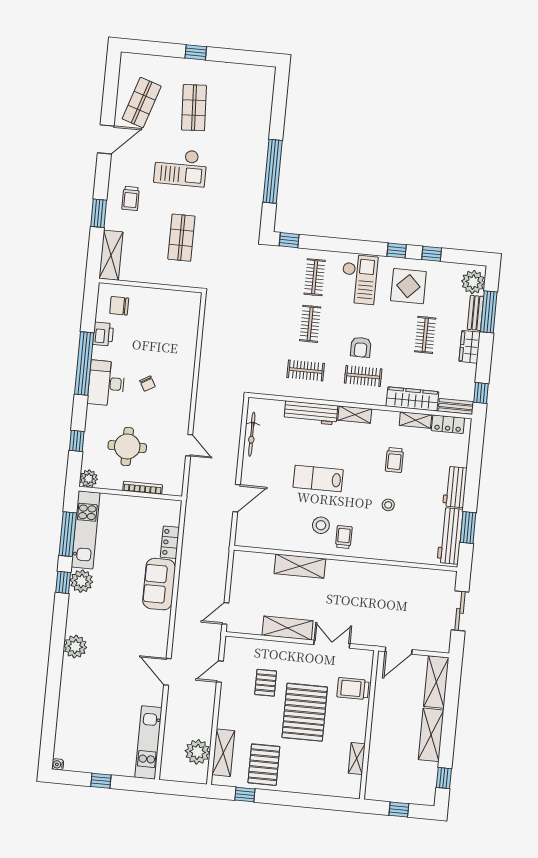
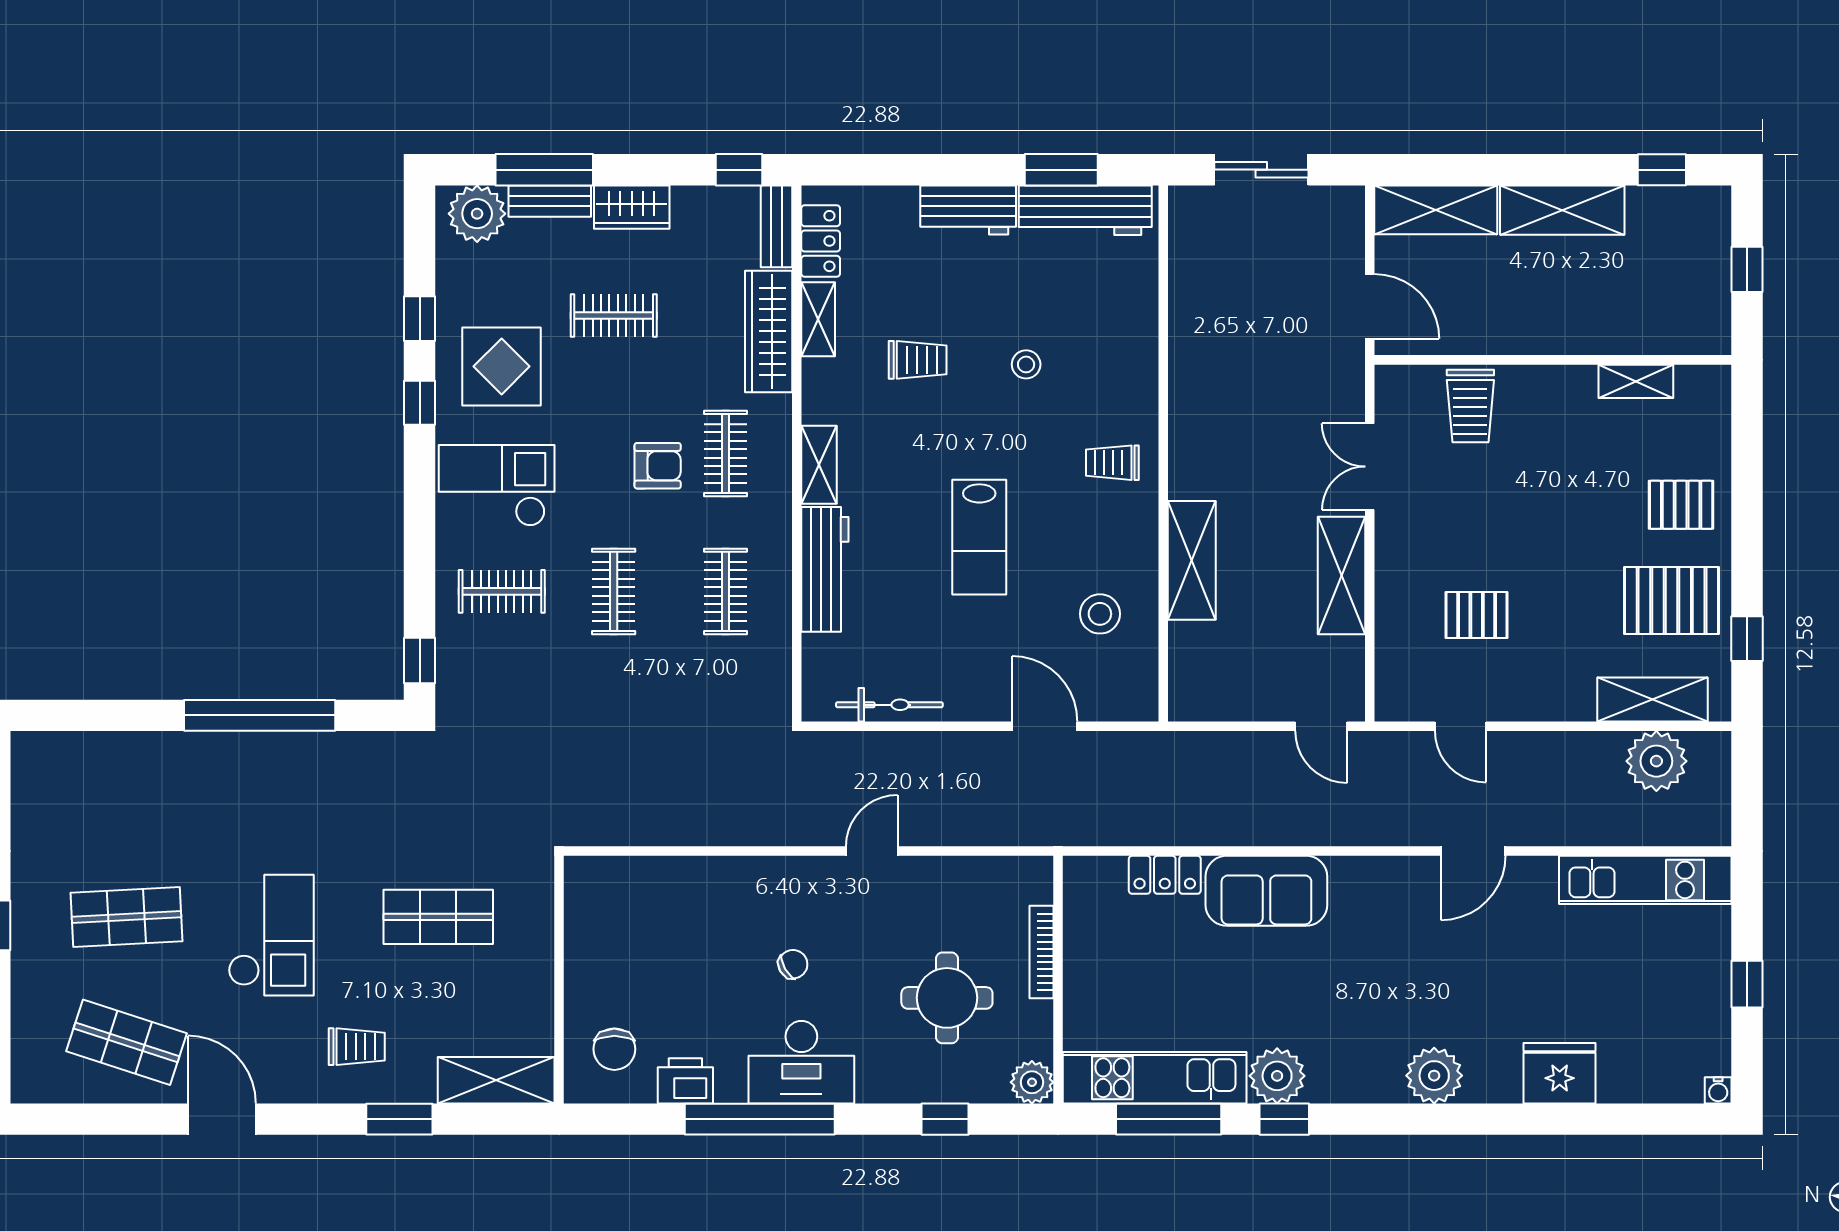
clothes rail: (310, 324) -> (614, 591), turned 90
door: (189, 445) -> (872, 851), moved
stool: (321, 525) -> (1100, 614), moved
fridge: (71, 699) -> (1560, 1073), added
pallet: (305, 712) -> (1681, 505), moved, width x0.49, depth x0.50

